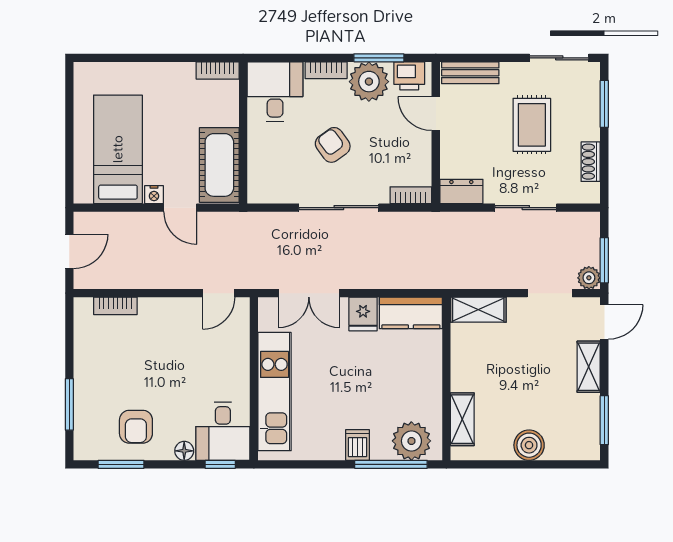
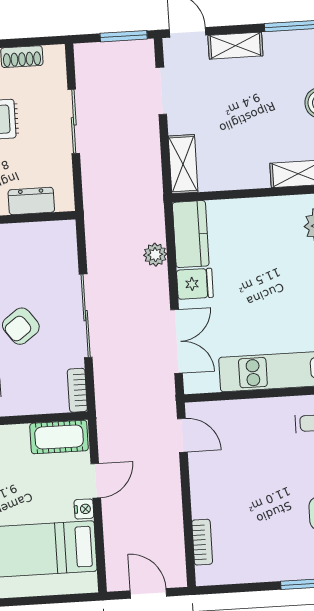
cot: (219, 165) -> (59, 437), width x0.73, depth x0.75
dresser: (461, 191) -> (31, 201), moved, turned 90
bookcase: (411, 195) -> (77, 390), moved
plant: (589, 278) -> (155, 255), moved

